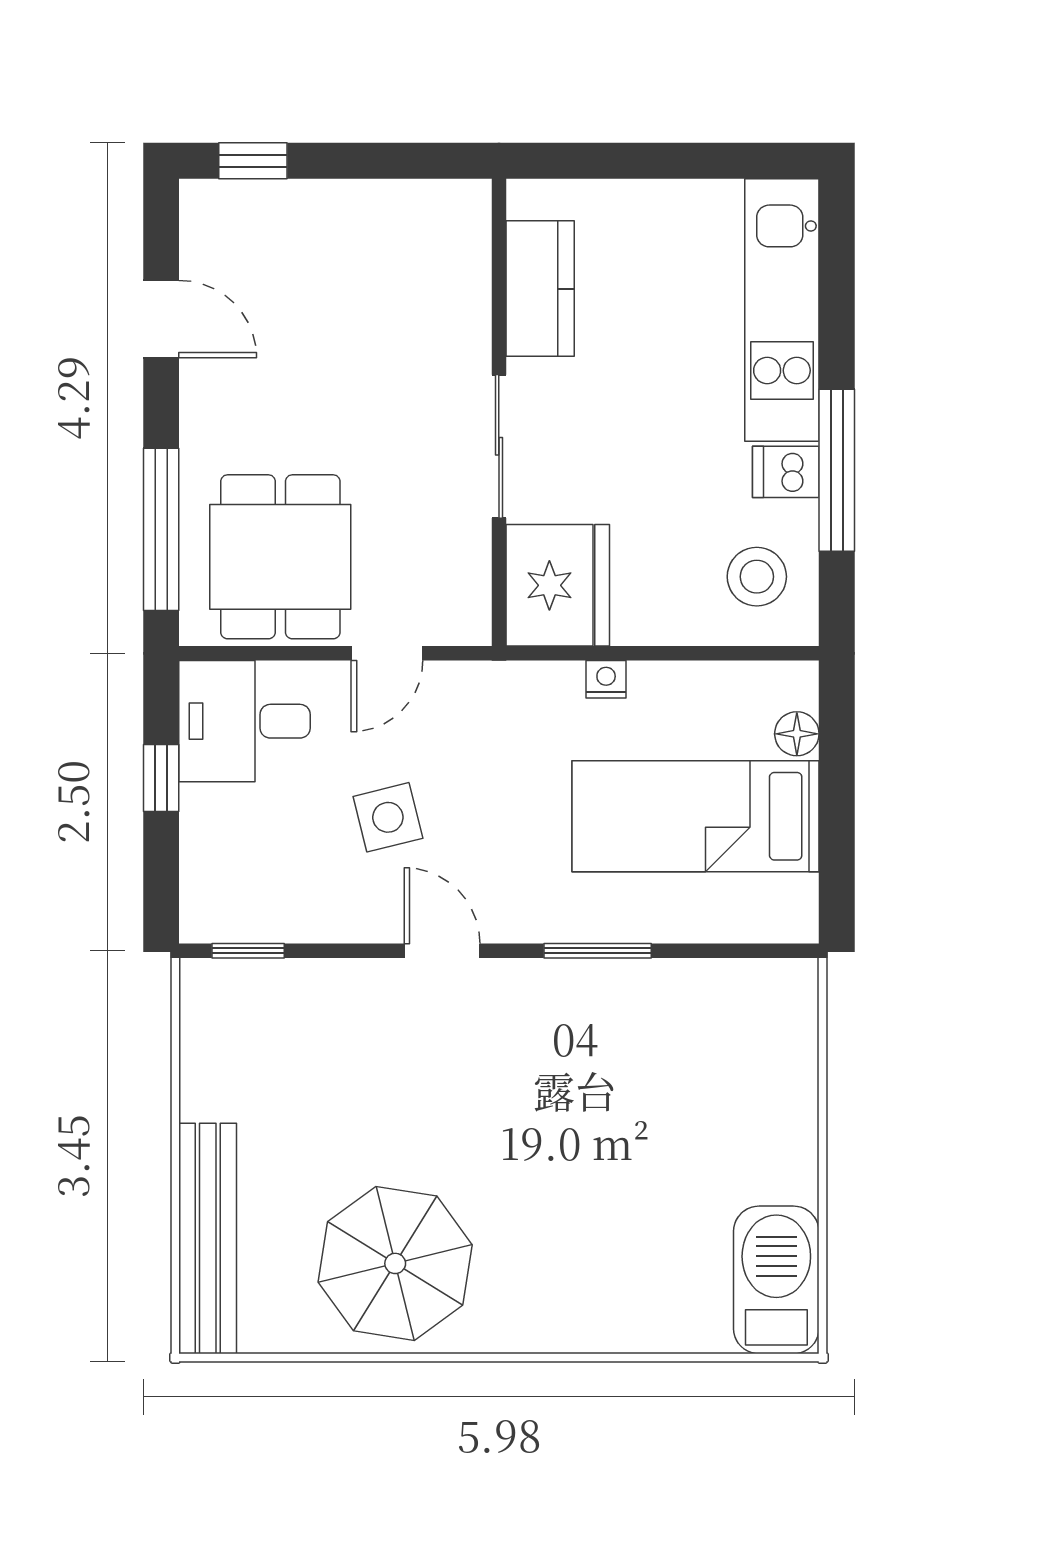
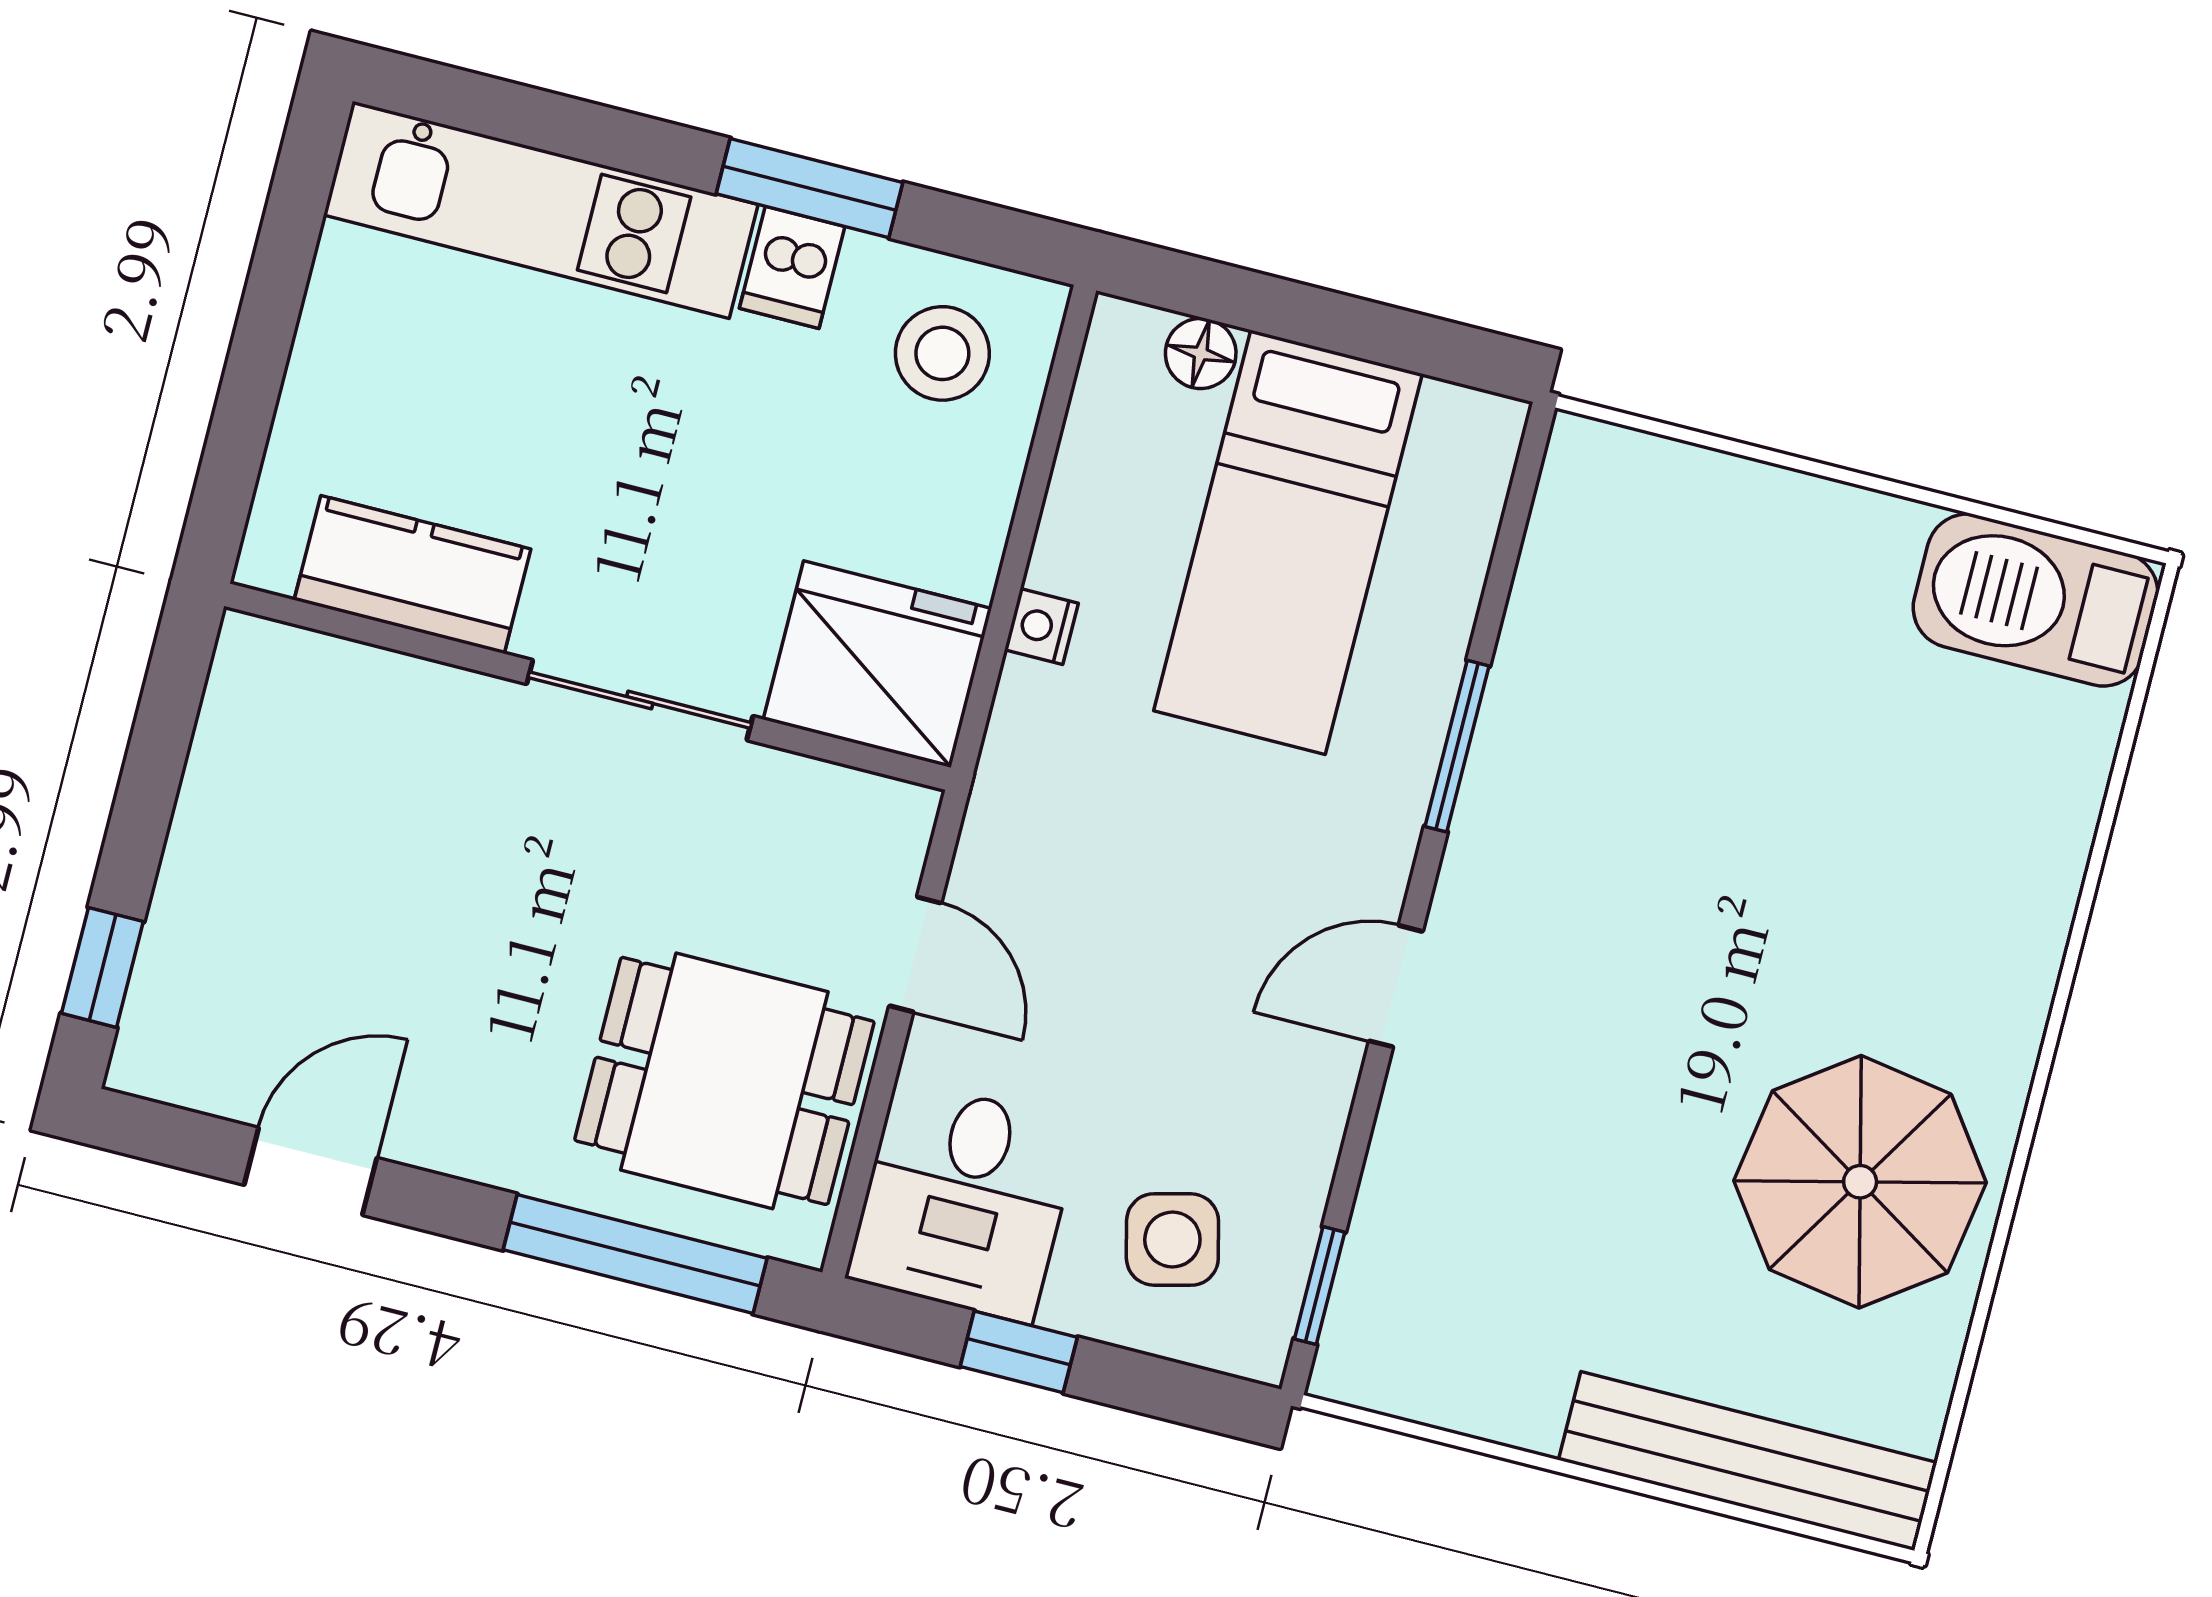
window: (837, 470) -> (810, 188), width x0.69
side table: (388, 817) -> (1172, 1239), moved

